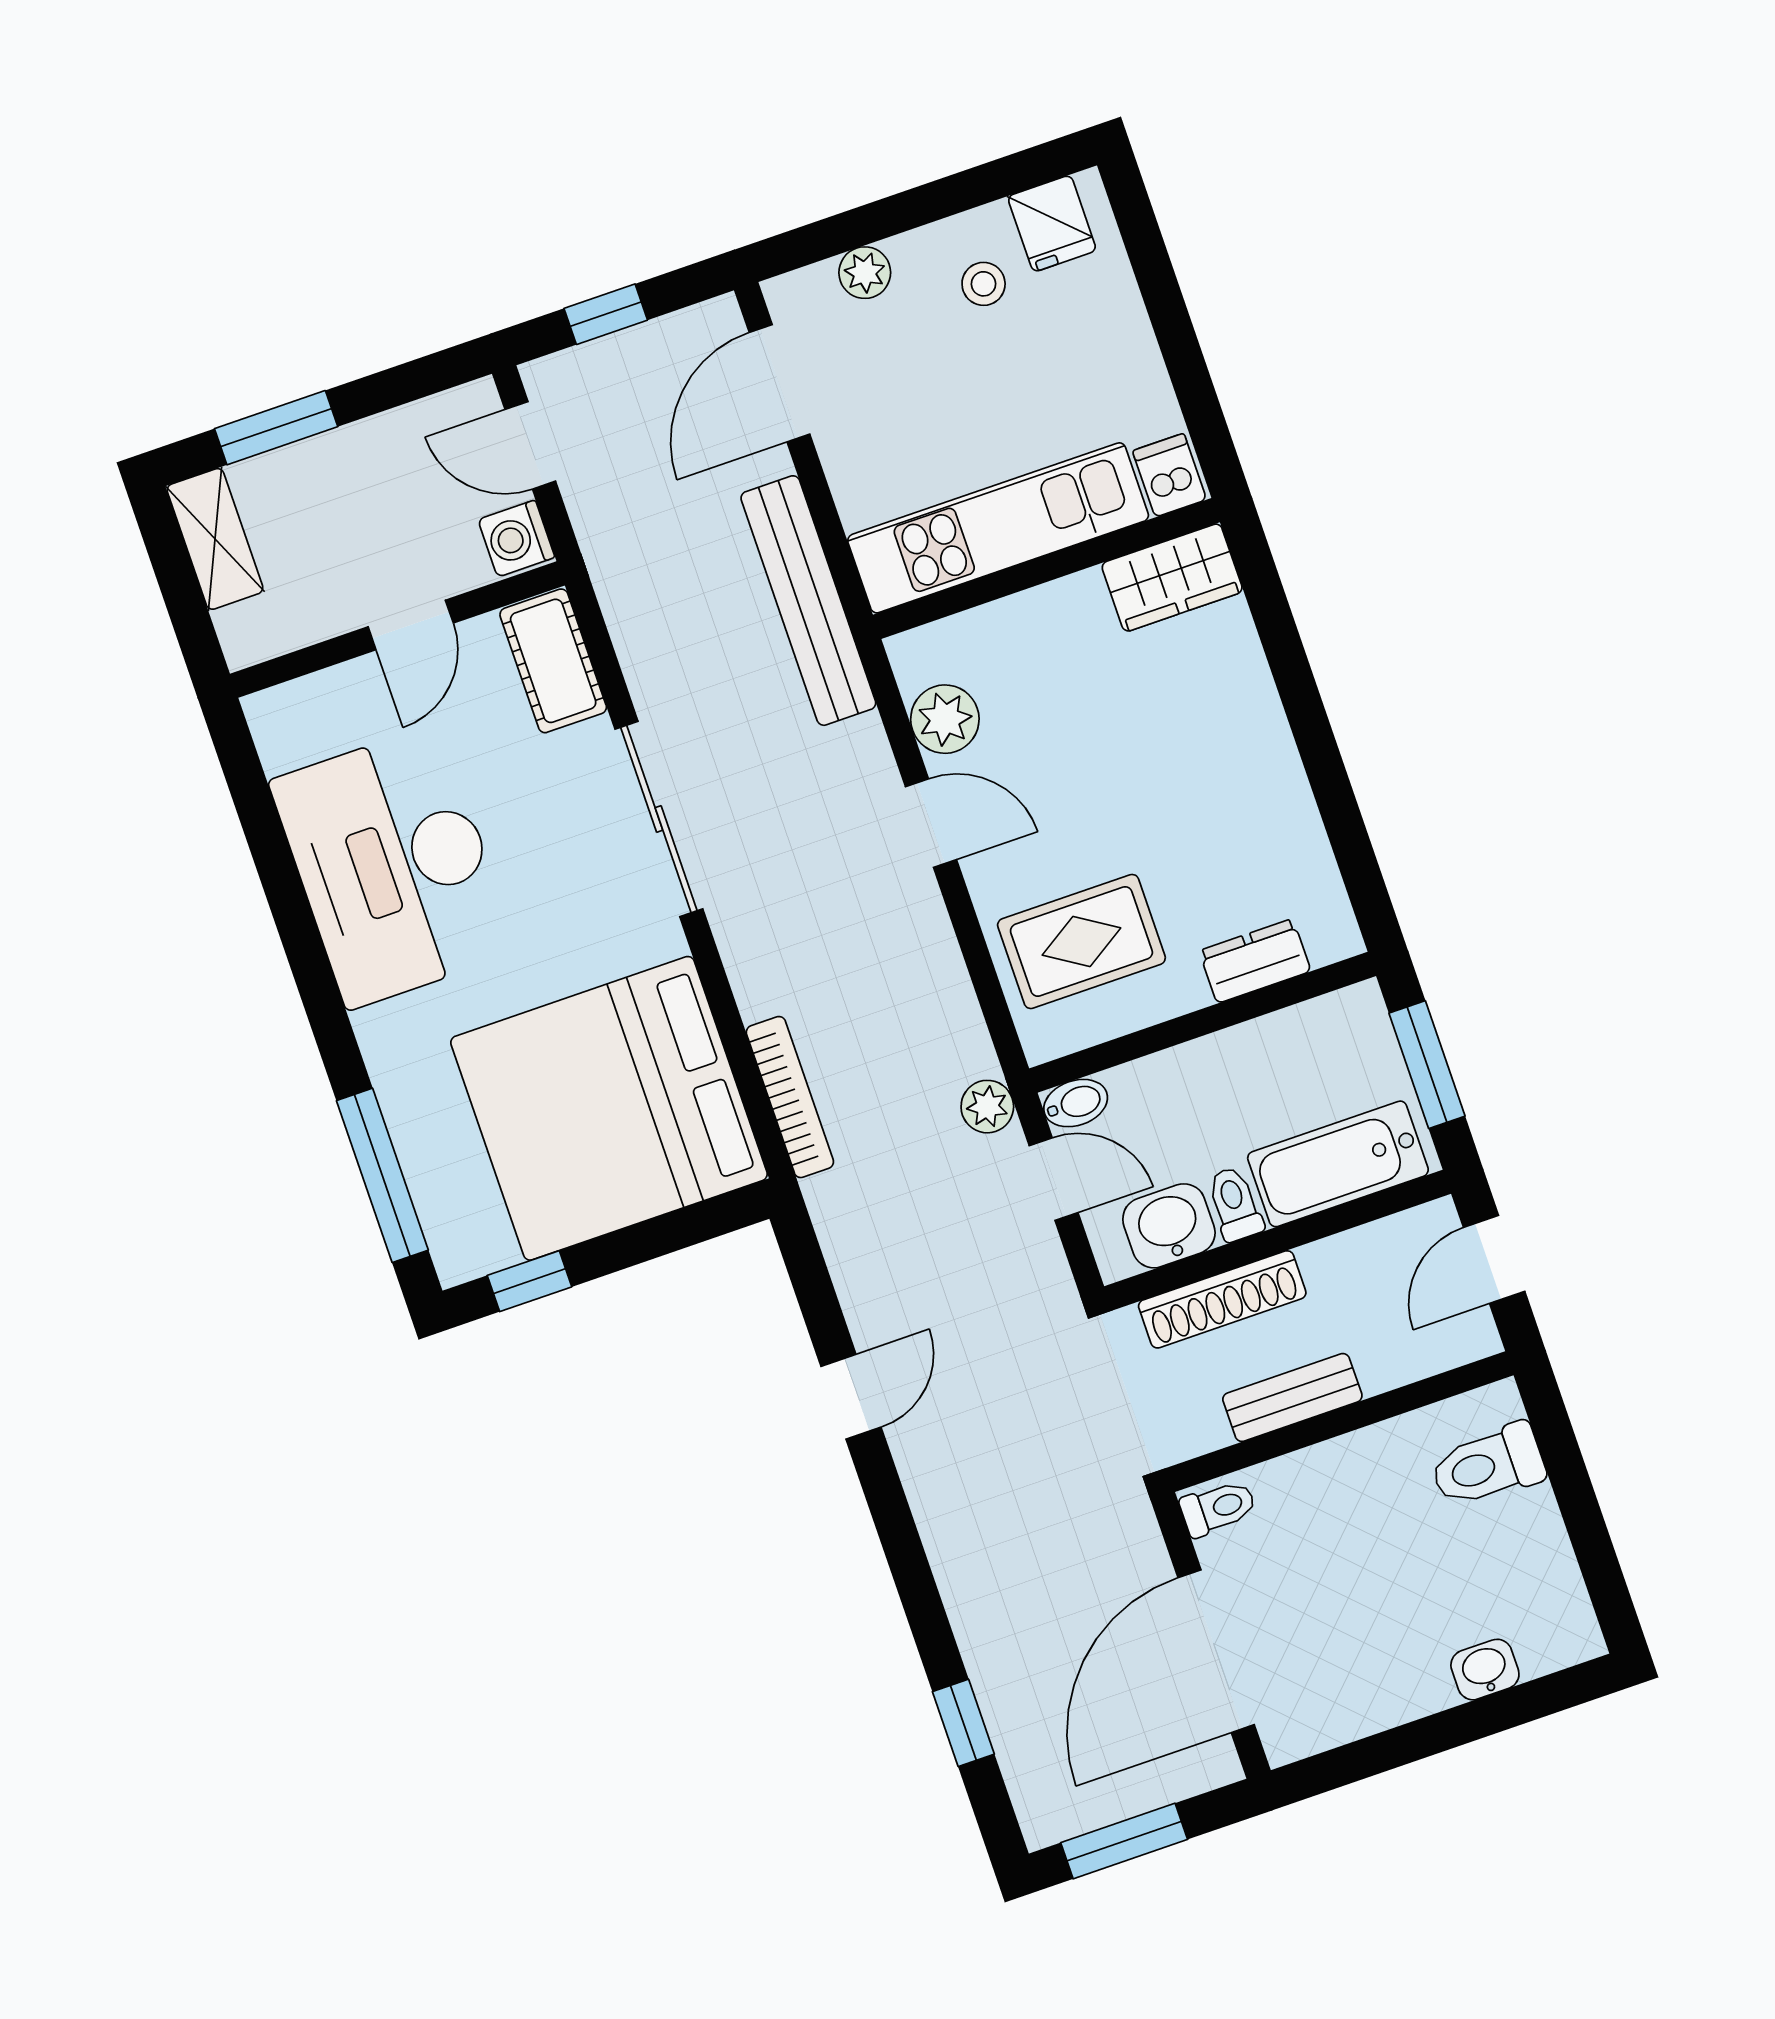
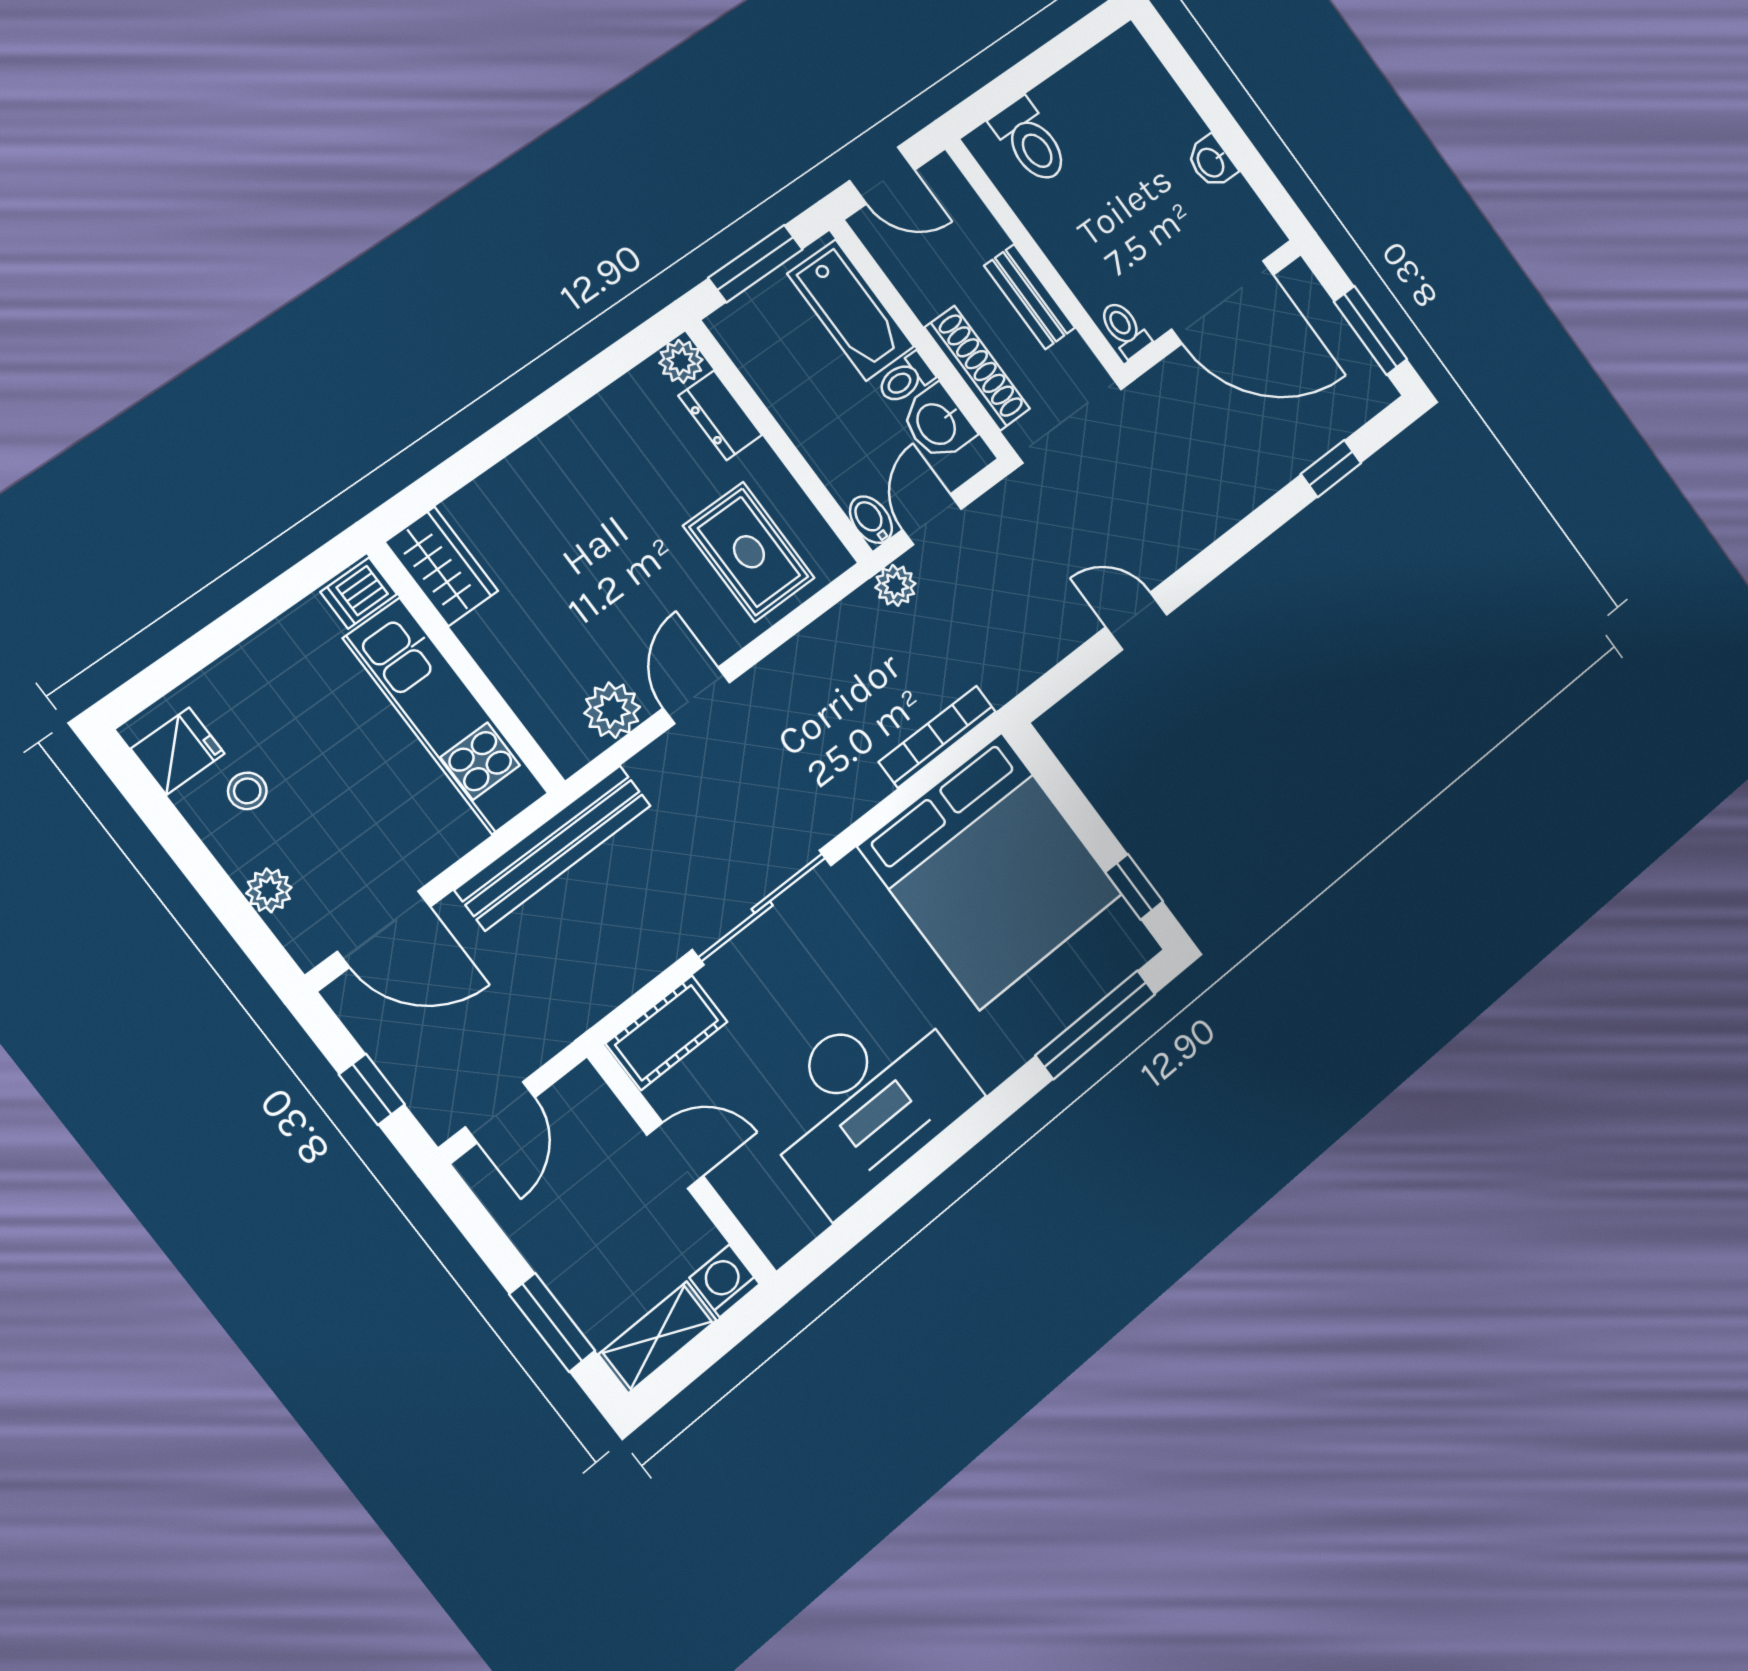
washing machine: (516, 538) -> (725, 1281), moved, turned 180
plant: (1333, 935) -> (681, 361), added
washbasin: (1485, 1670) -> (1211, 162), moved

